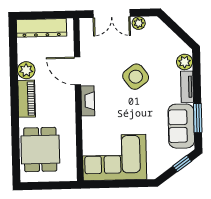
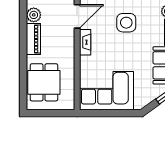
door: (77, 71) -> (77, 16), swing flipped
side table: (136, 77) -> (126, 23), turned 36

